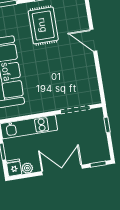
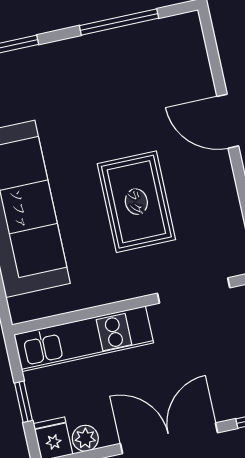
rug: (43, 25) -> (136, 202), moved

